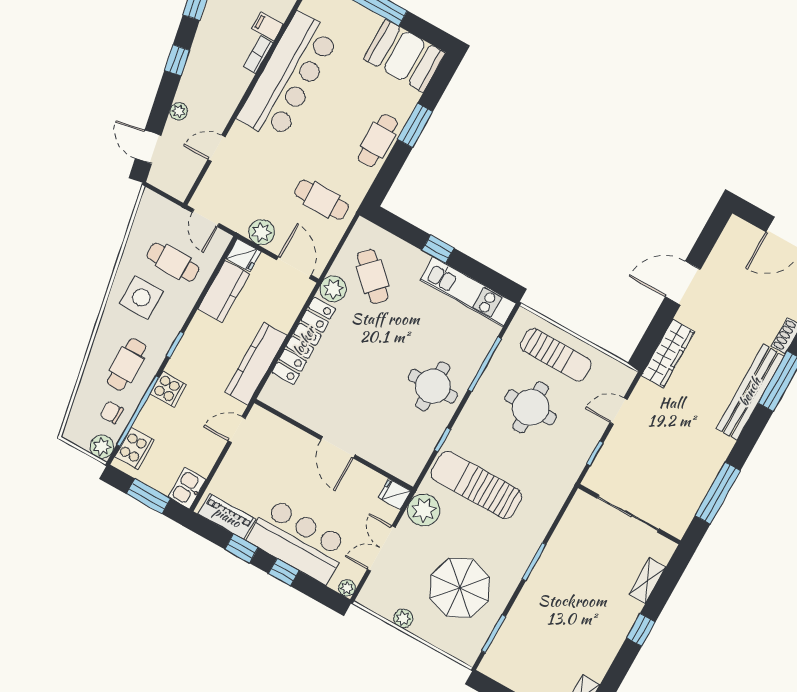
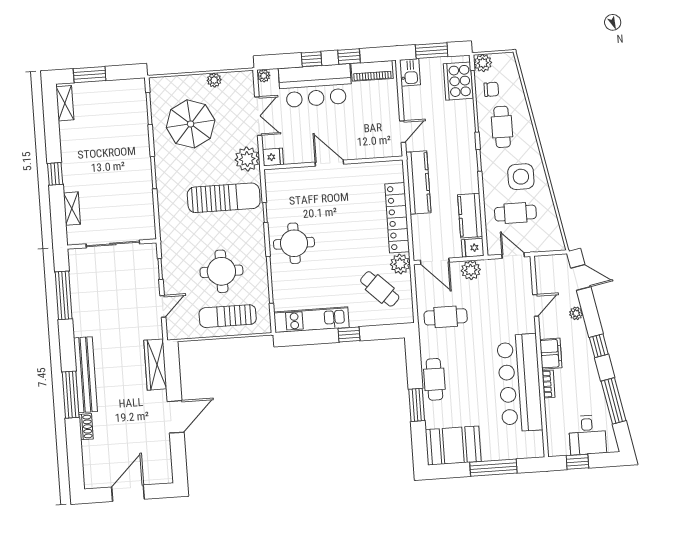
filing cabinet: (268, 26) -> (551, 354), moved, width x2.00
cooker: (168, 389) -> (464, 129), removed
cooker: (135, 448) -> (458, 81), width x1.37, depth x1.31

